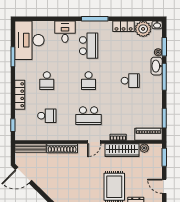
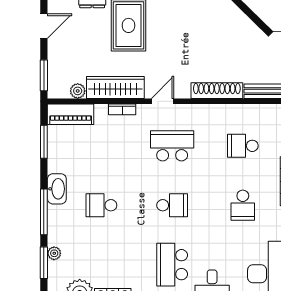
washbasin: (157, 66) -> (57, 189), moved
school desk: (47, 81) -> (243, 205), turned 180
school desk: (89, 81) -> (172, 205), turned 90
door: (164, 186) -> (44, 26), hinge flipped

